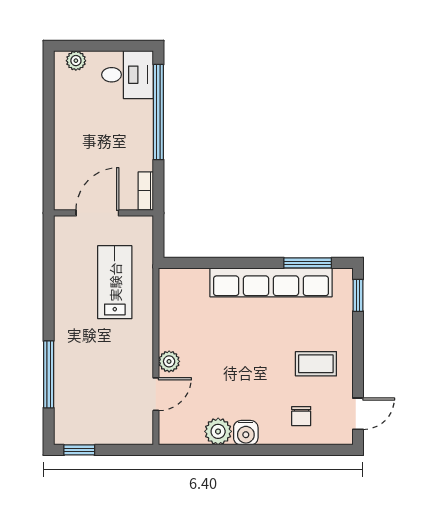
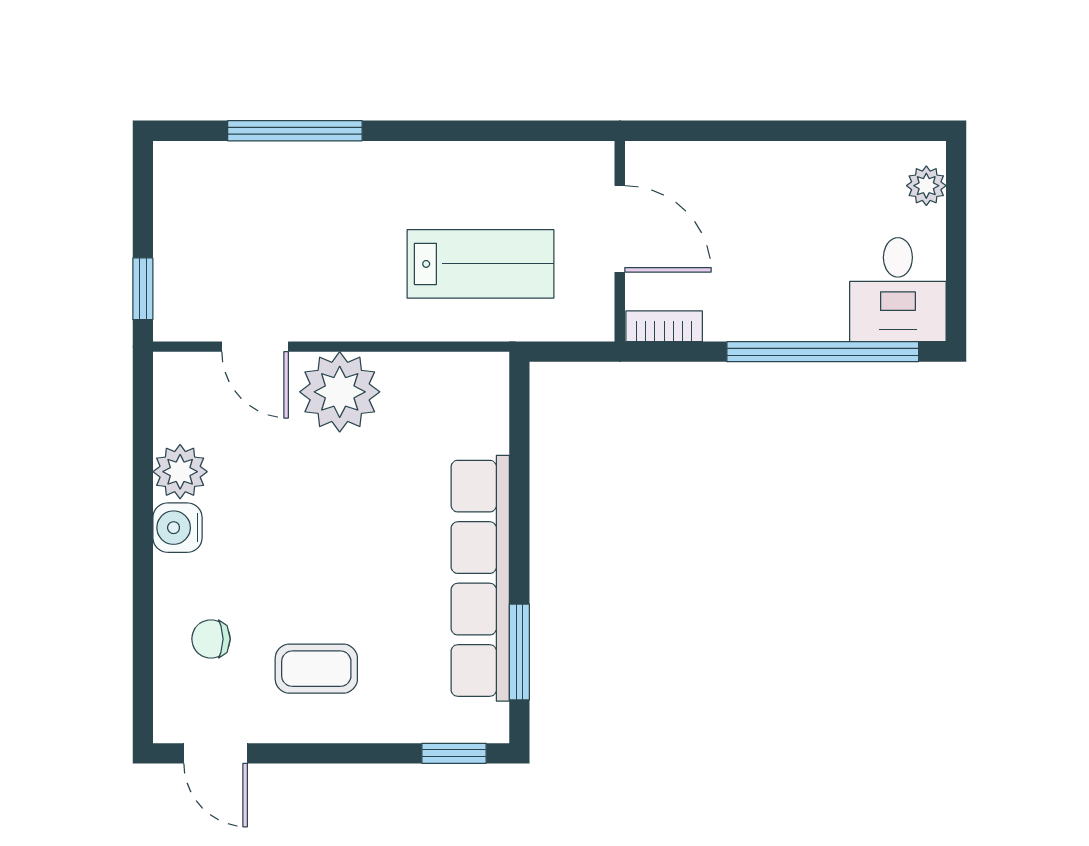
plant: (169, 361) -> (340, 392), width x1.88, depth x1.88
coffee table: (316, 364) -> (316, 669), turned 90
window: (79, 450) -> (143, 289), moved

